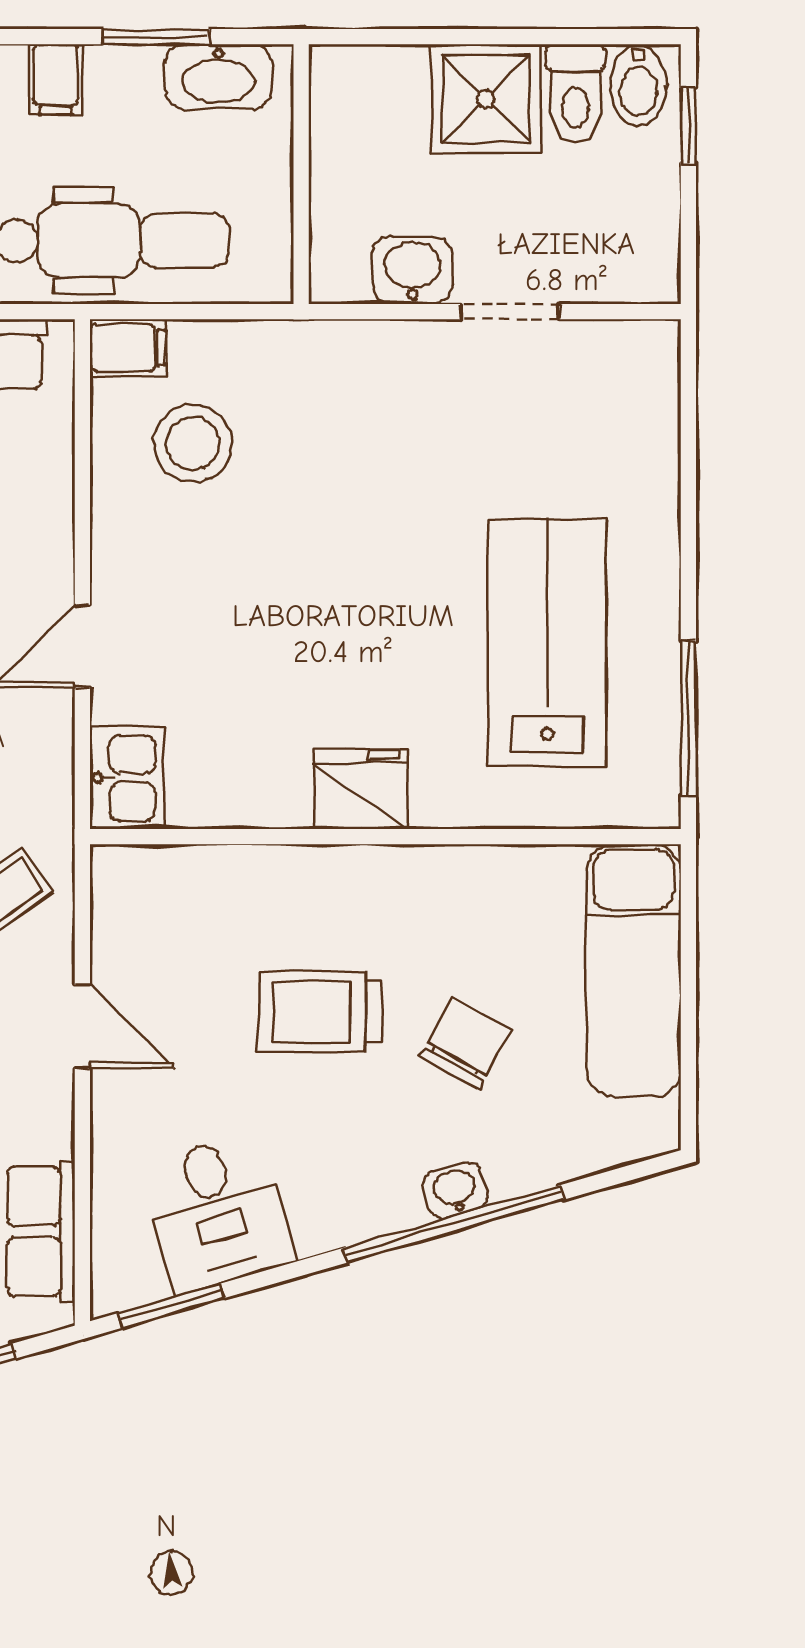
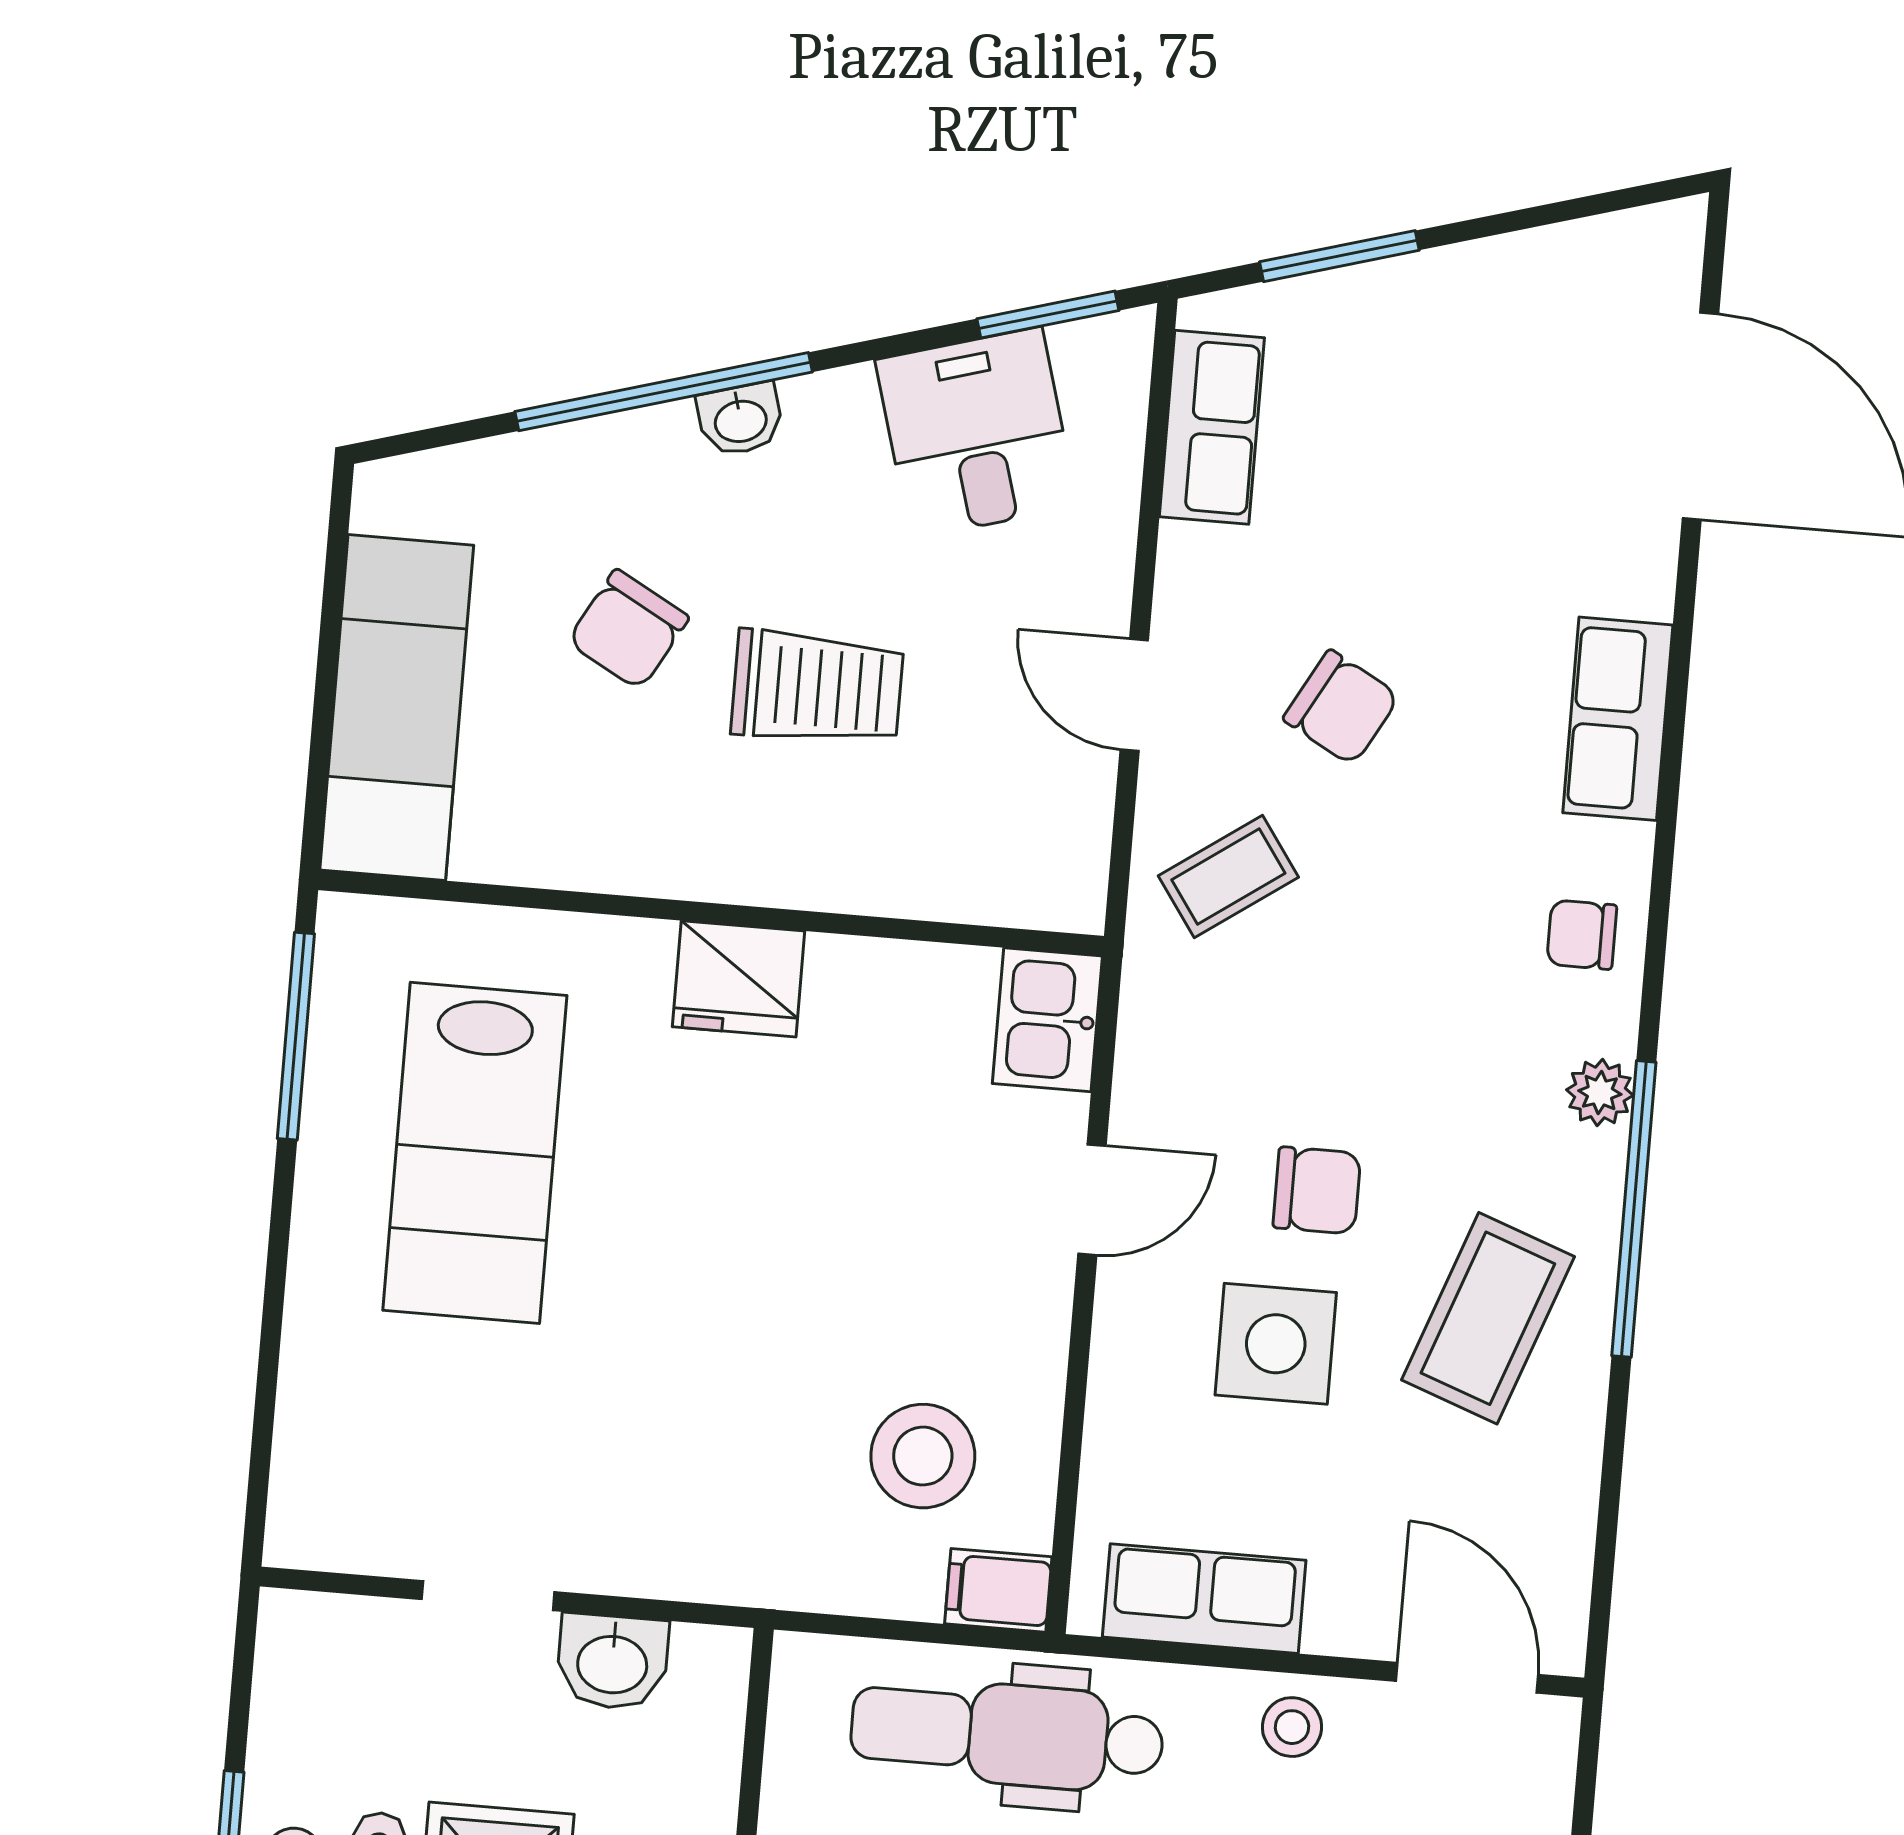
washbasin: (455, 1190) -> (740, 419), moved

